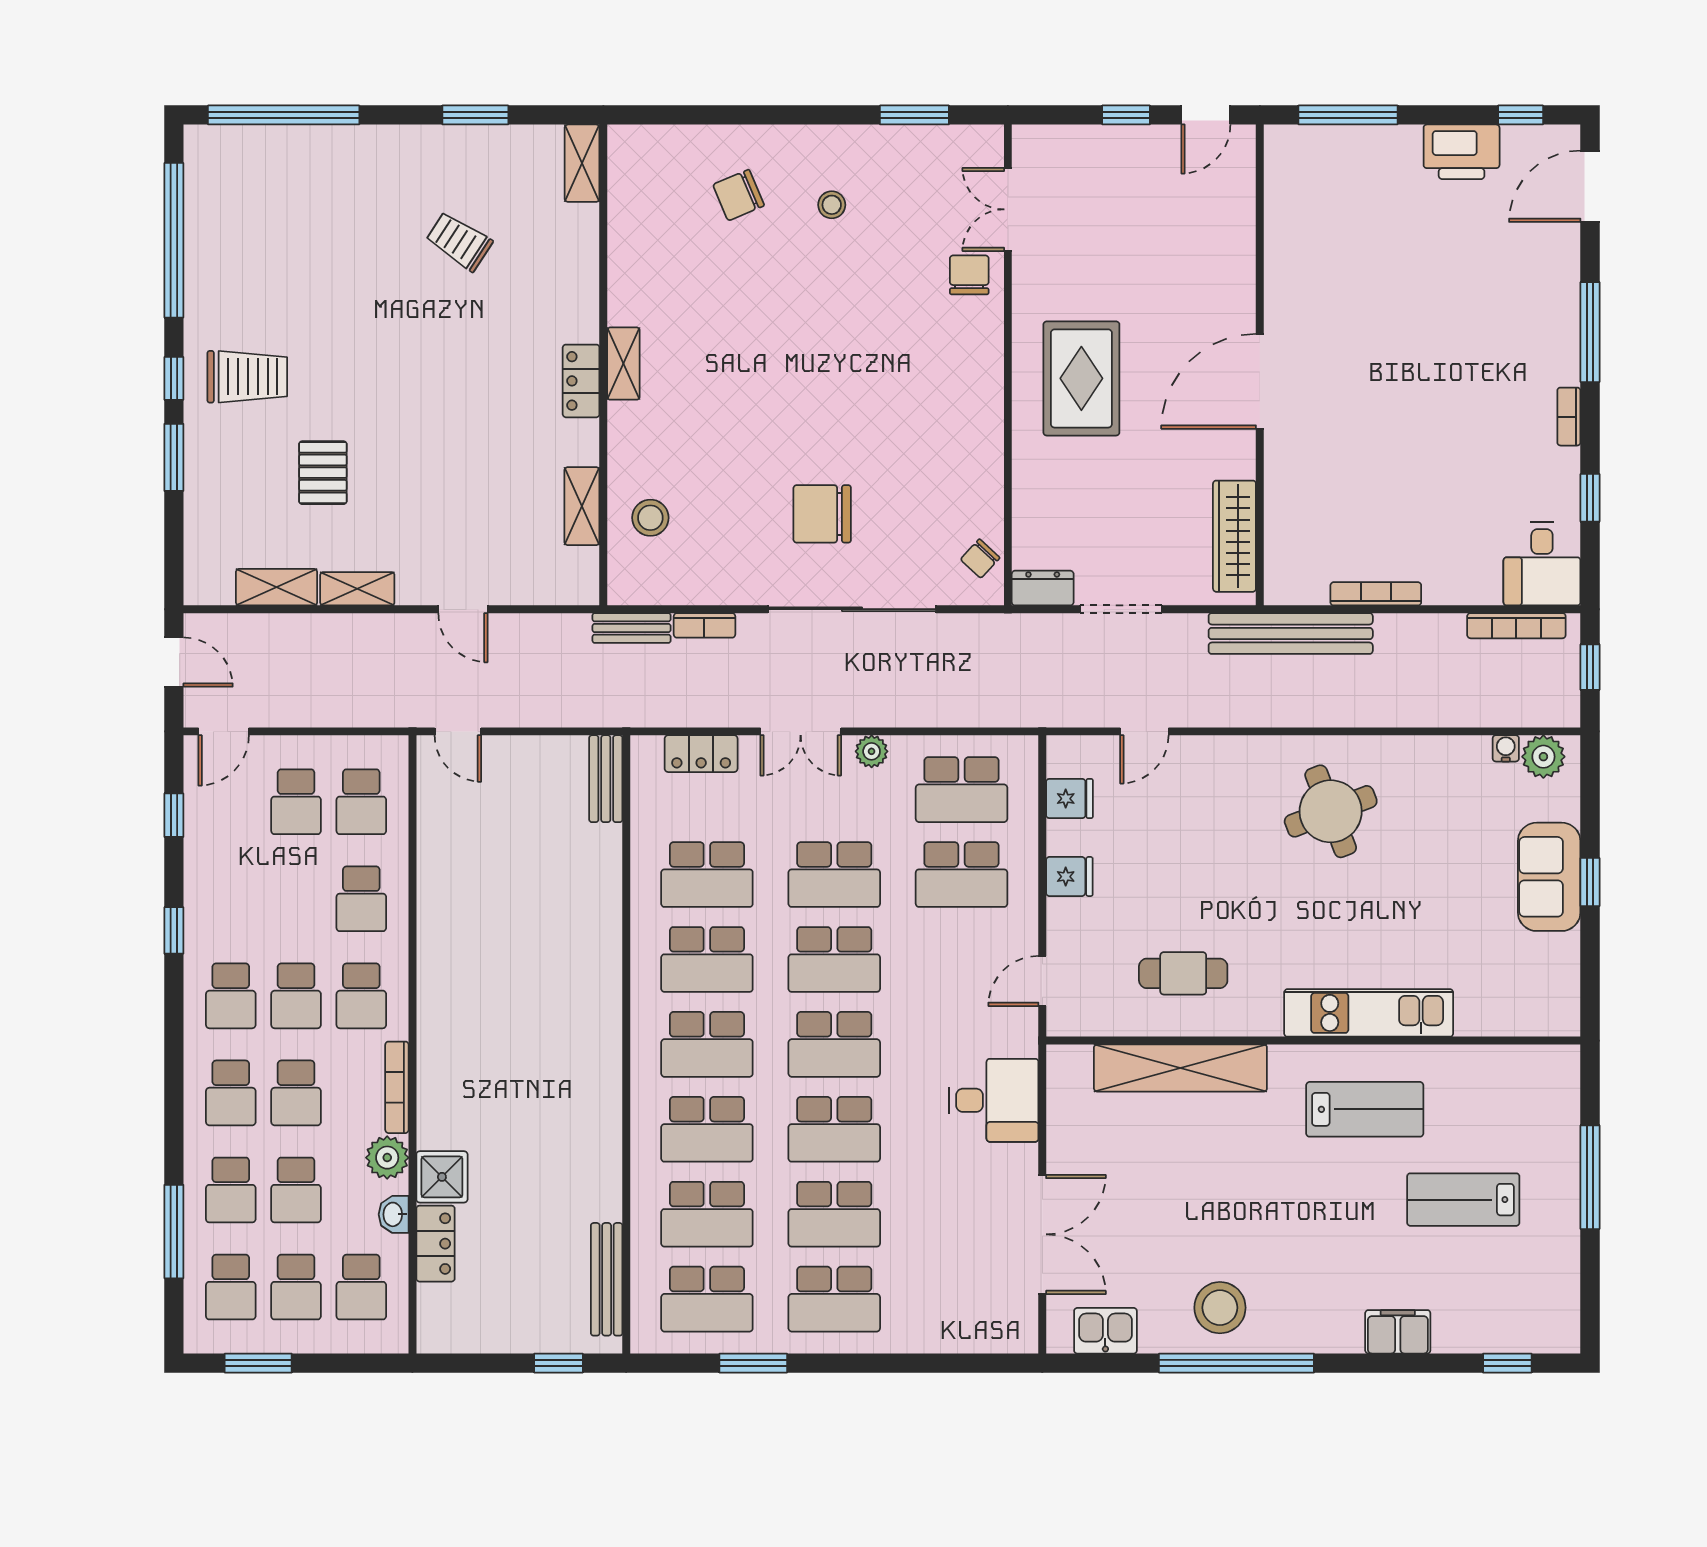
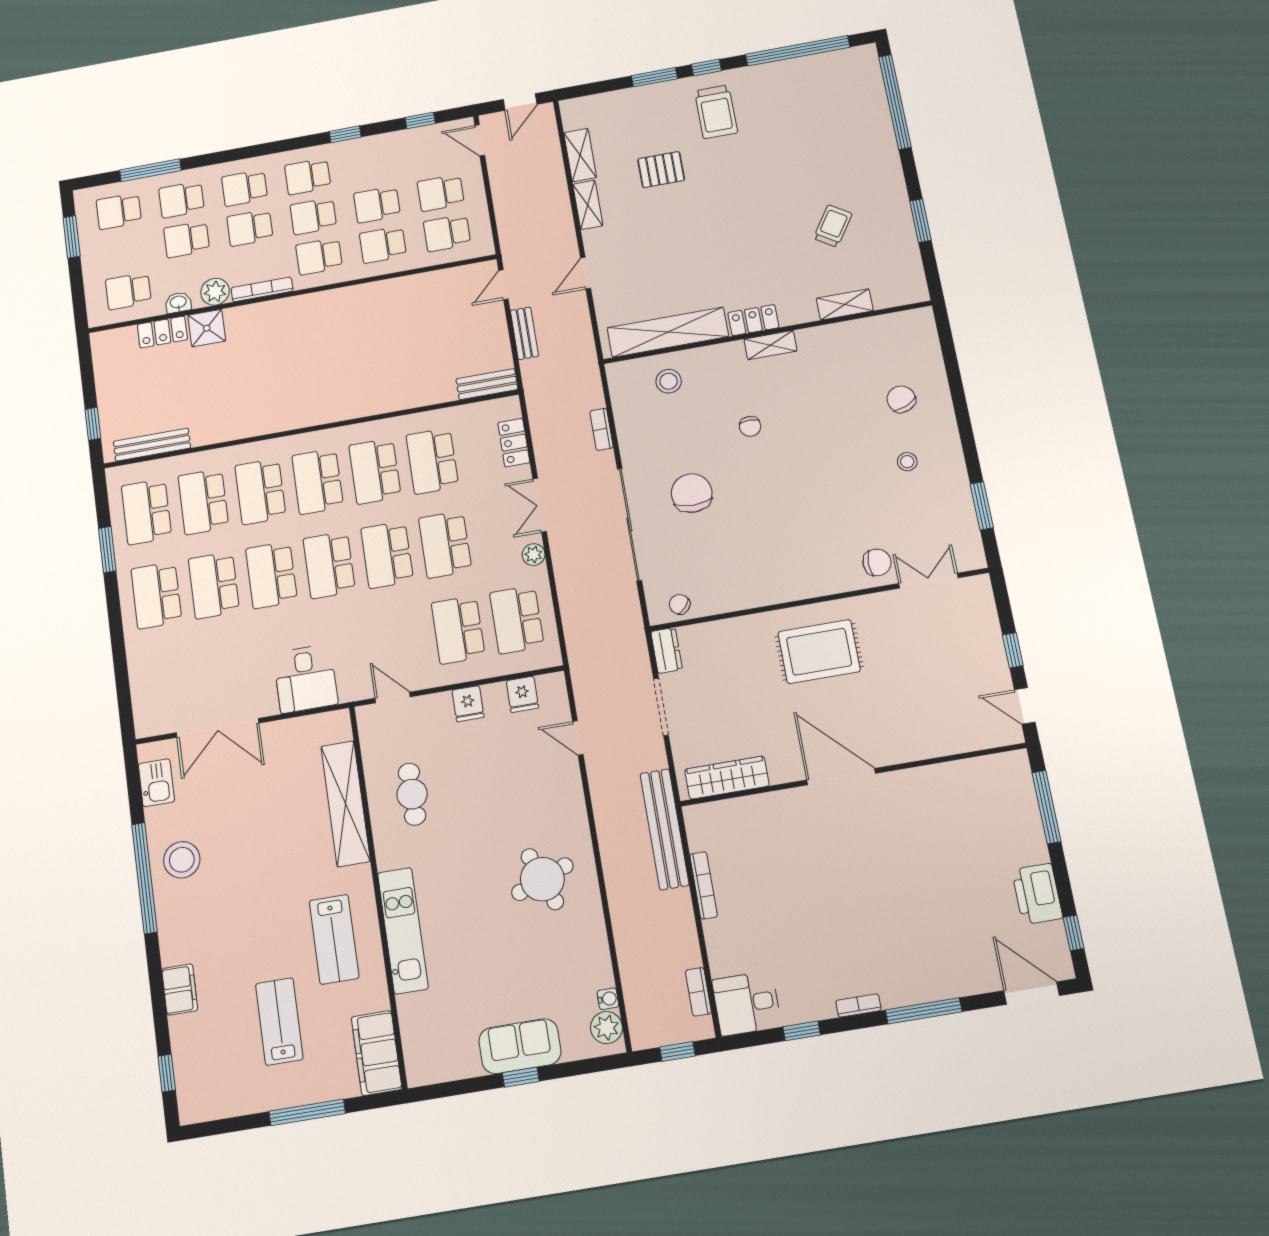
shelving: (582, 163) -> (845, 304), moved
chair: (739, 414) -> (750, 426), added
shelving: (582, 506) -> (668, 332), width x2.20, depth x1.33
bookcase: (1516, 626) -> (698, 992), width x0.64
bench: (632, 628) -> (524, 333), moved
filing cabinet: (1527, 1072) -> (377, 1053), added
school desk: (296, 1287) -> (377, 205), moved

